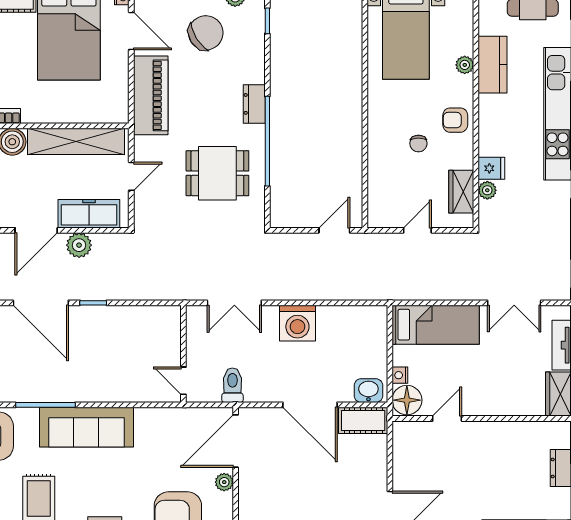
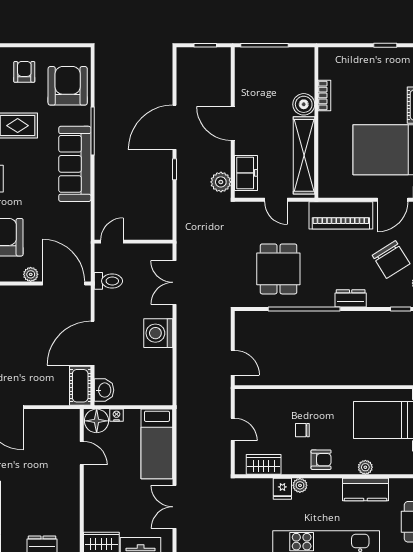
dresser: (254, 104) -> (351, 298), moved
armchair: (455, 120) -> (321, 460), turned 90
plant: (487, 190) -> (300, 485), moved
freezer: (89, 214) -> (246, 173), width x0.71
plant: (79, 245) -> (221, 182), moved

